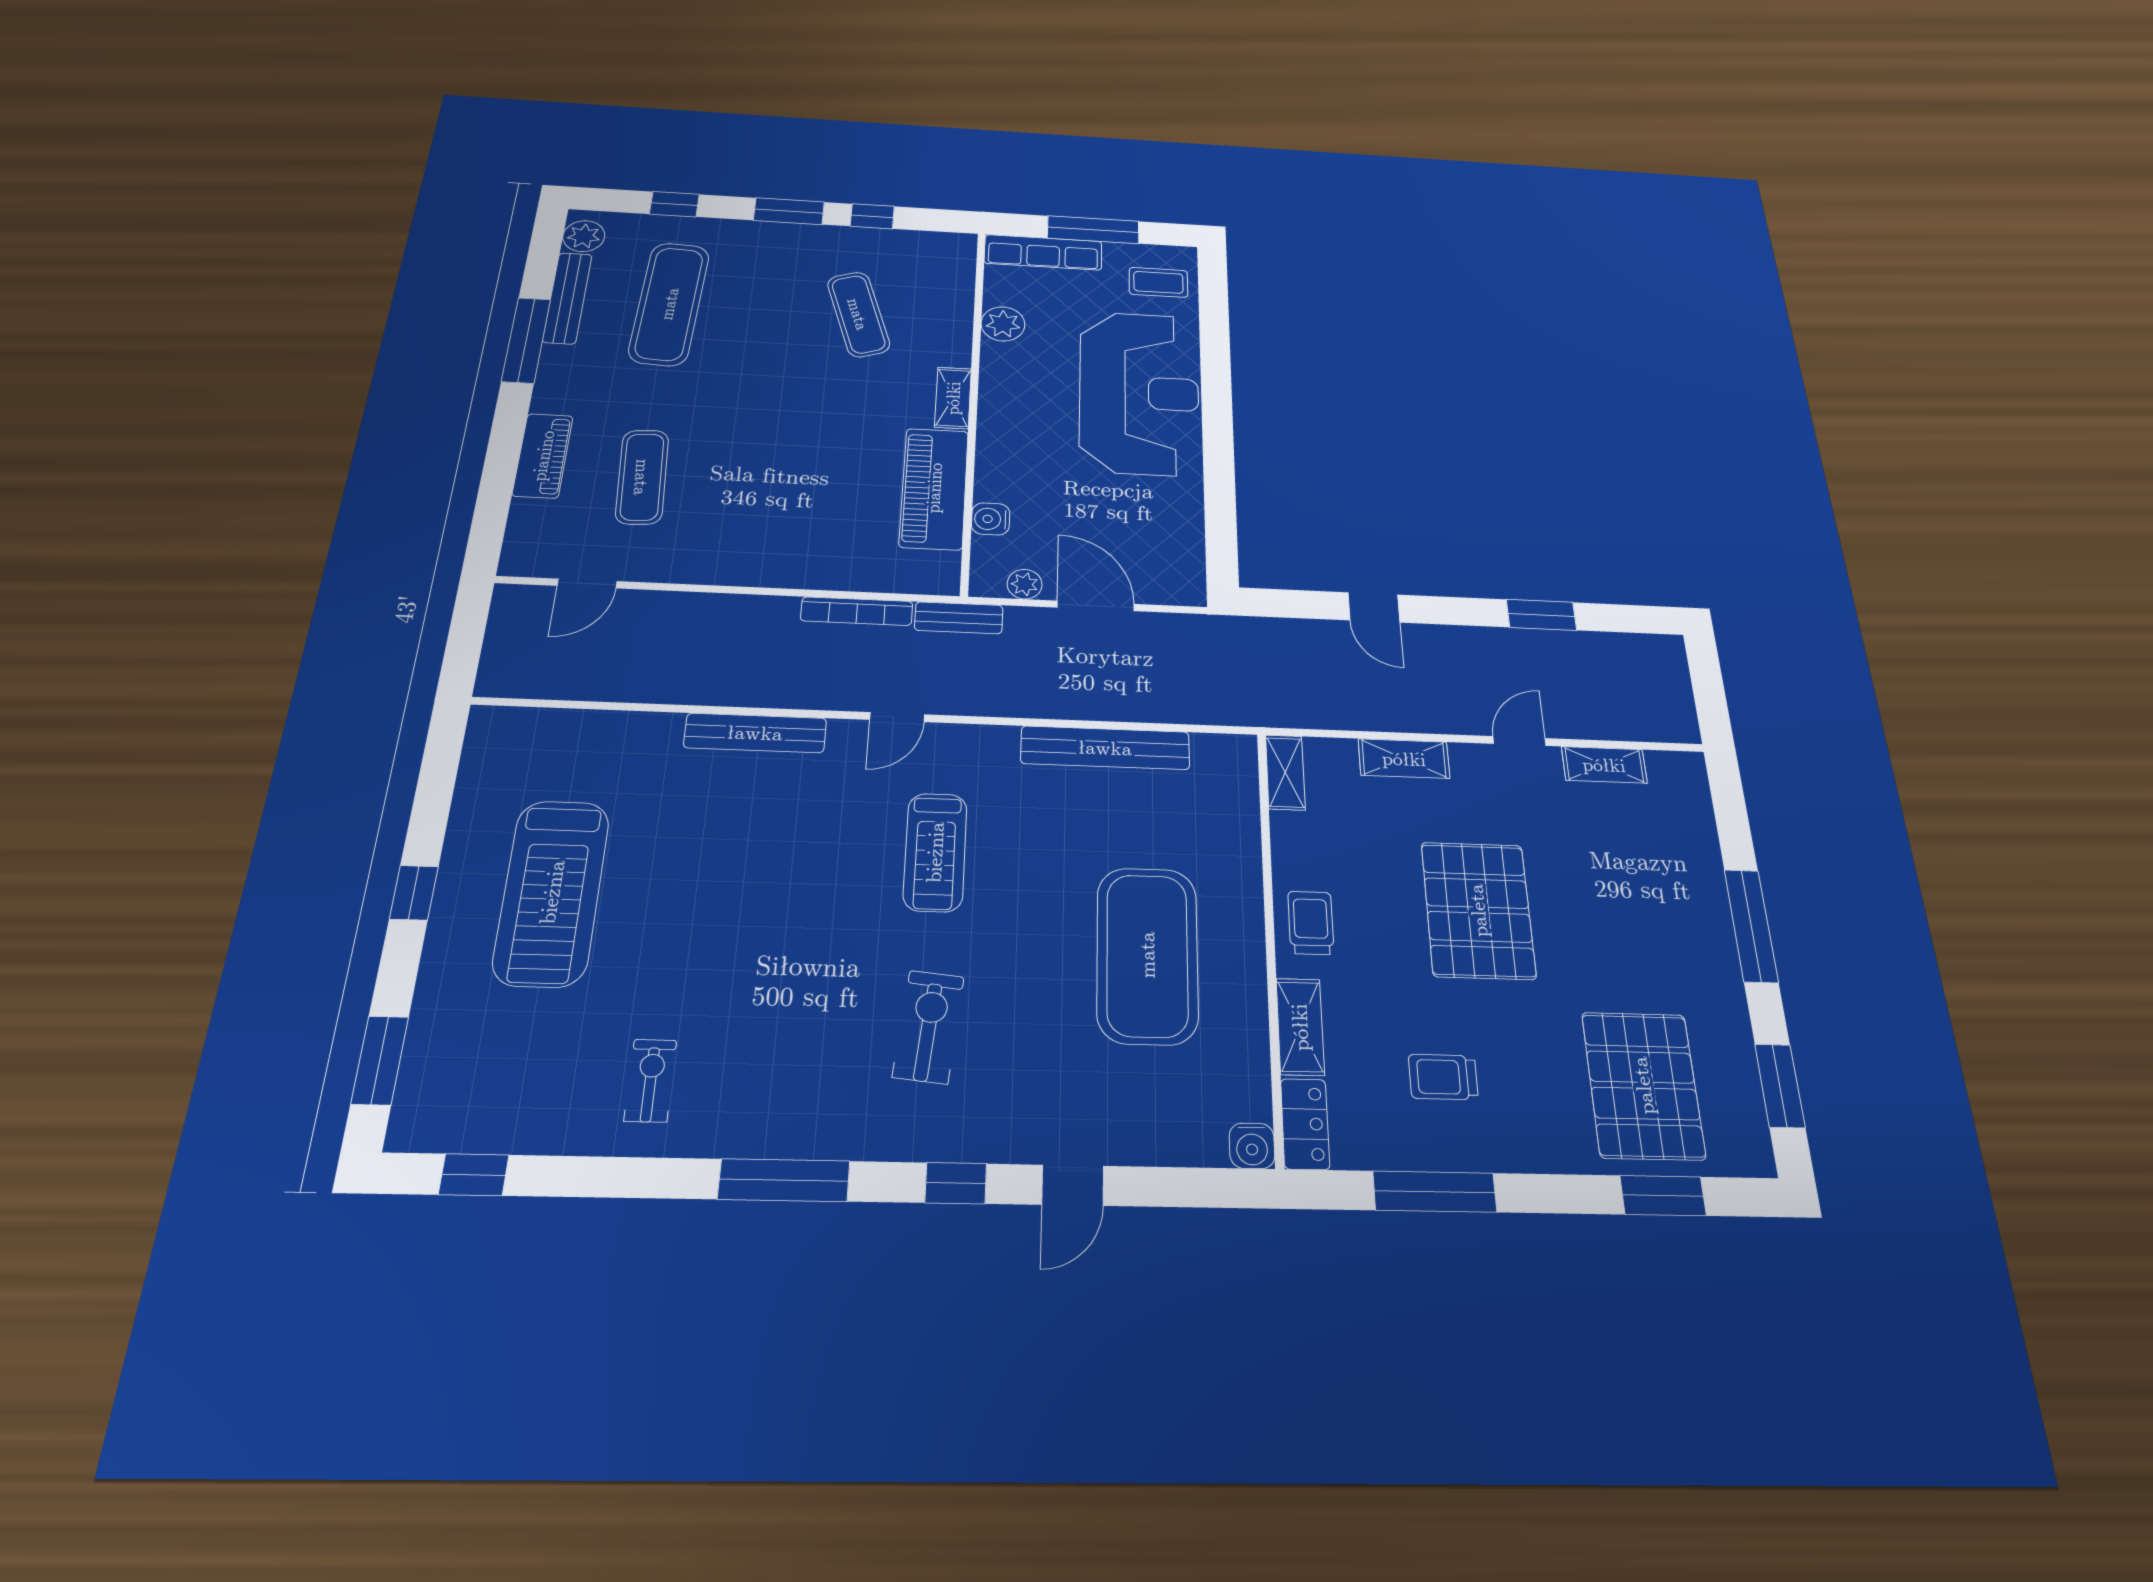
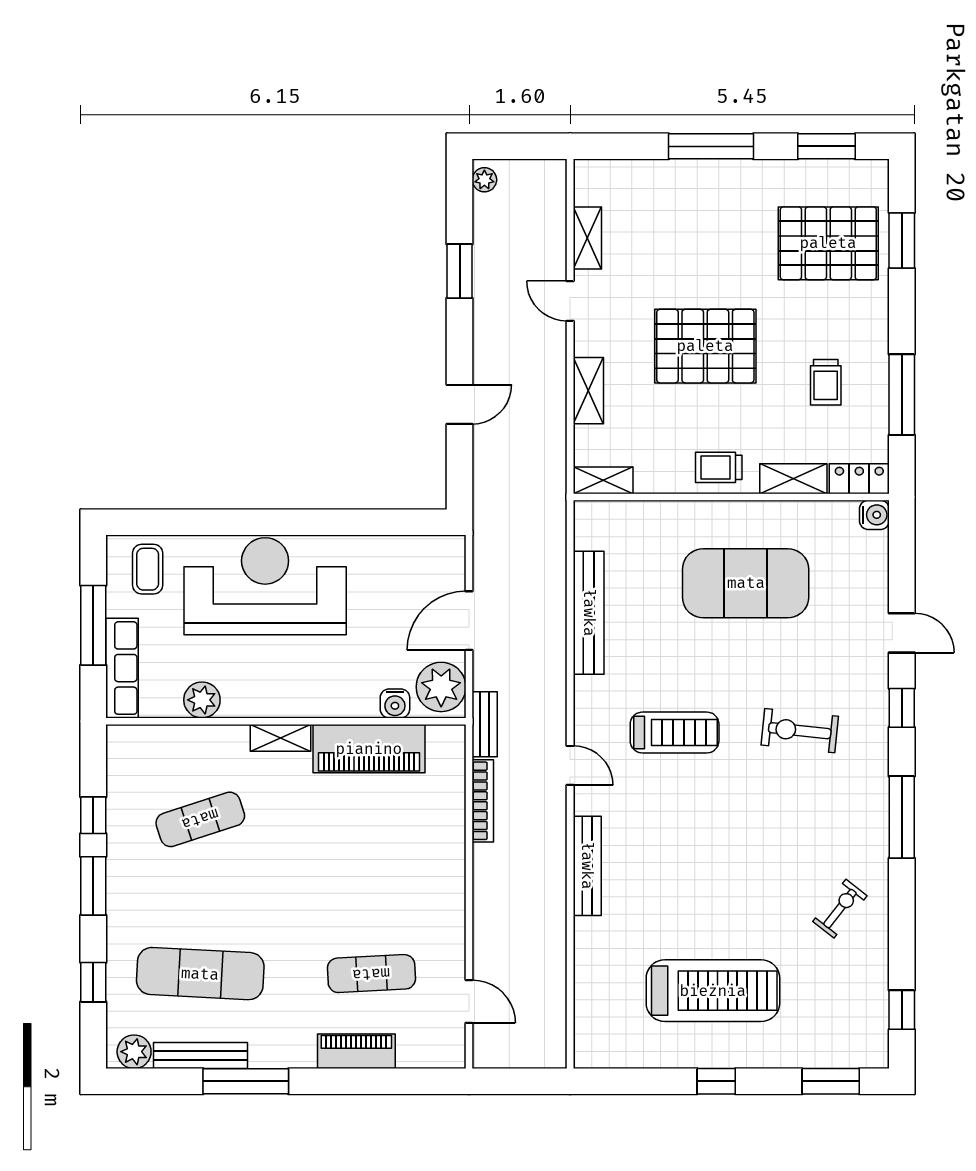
plant: (1025, 584) -> (441, 687), width x1.88, depth x1.88
plant: (1660, 648) -> (484, 180), added
exercise bike: (650, 1080) -> (840, 909), turned 128

